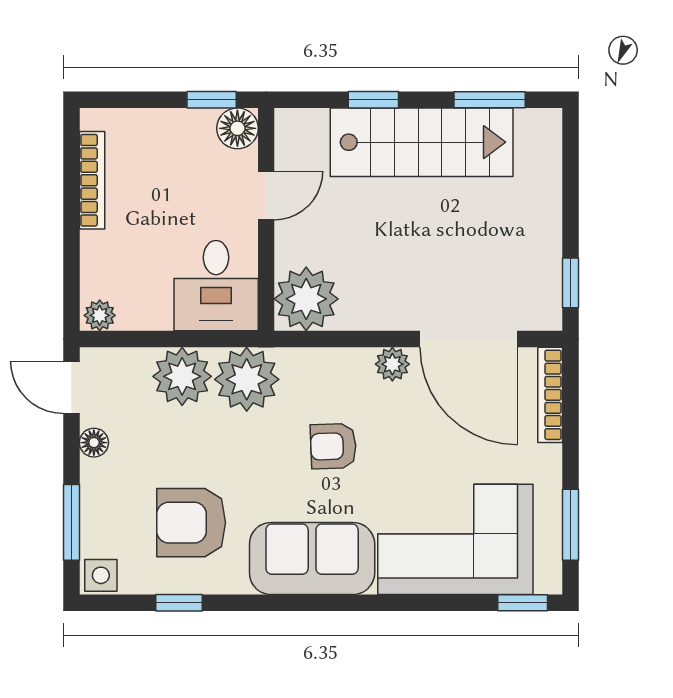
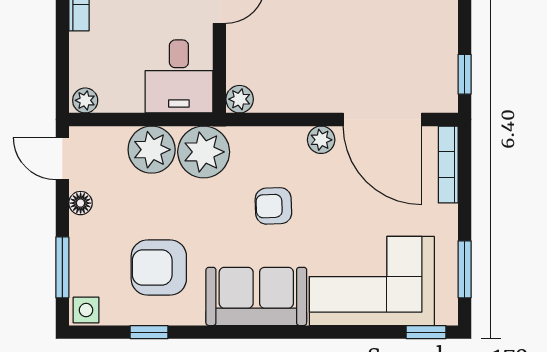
plant: (306, 299) -> (240, 99), width x0.53, depth x0.53

